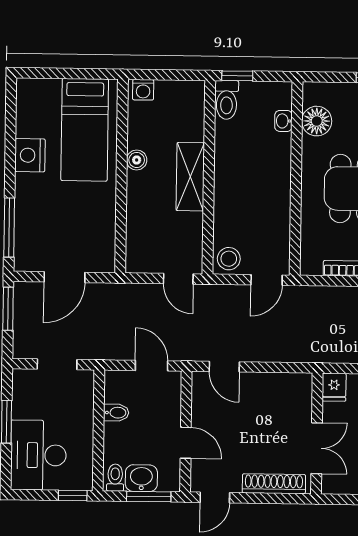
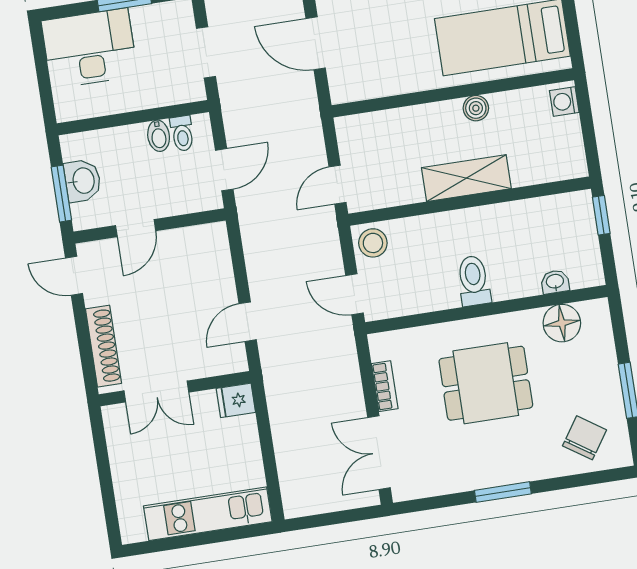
toilet: (227, 100) -> (474, 281), moved, turned 90
door: (224, 367) -> (248, 322), moved
toilet: (115, 478) -> (182, 133), moved, turned 90
window: (73, 496) -> (47, 99), removed

